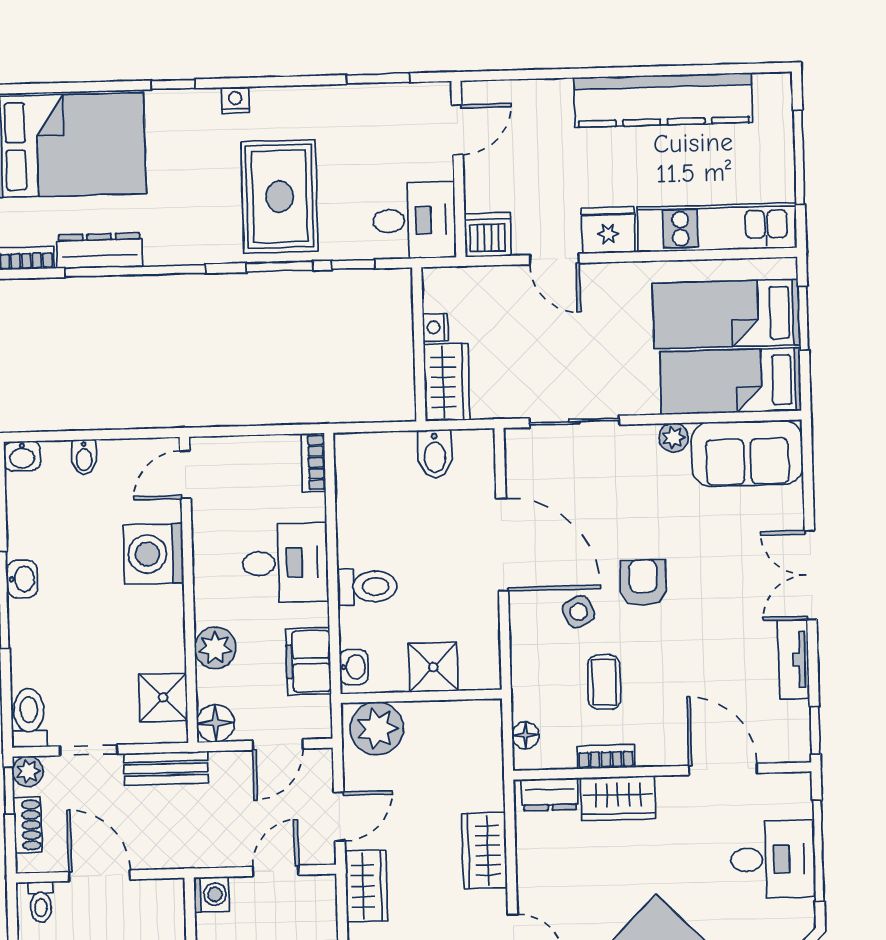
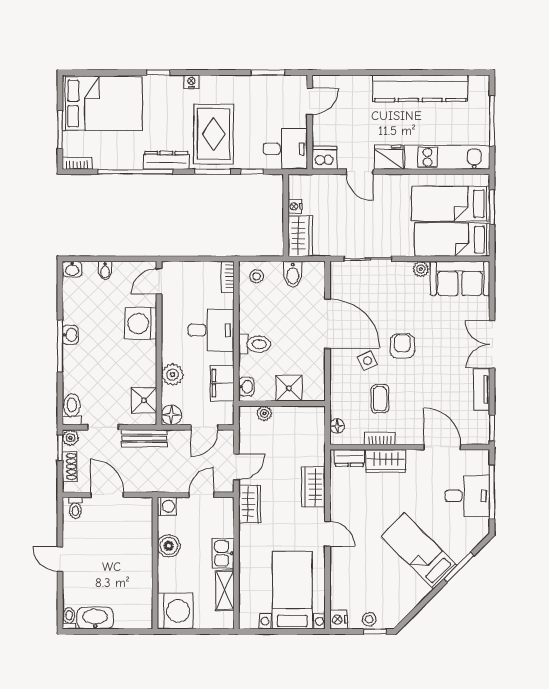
dresser: (99, 251) -> (166, 160), moved
stool: (367, 460) -> (257, 276), added
plant: (377, 728) -> (264, 413), width x0.53, depth x0.53

